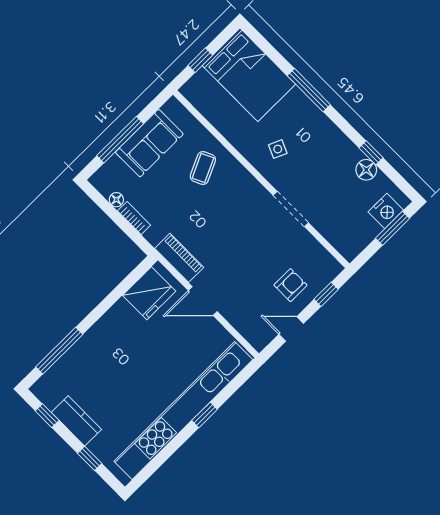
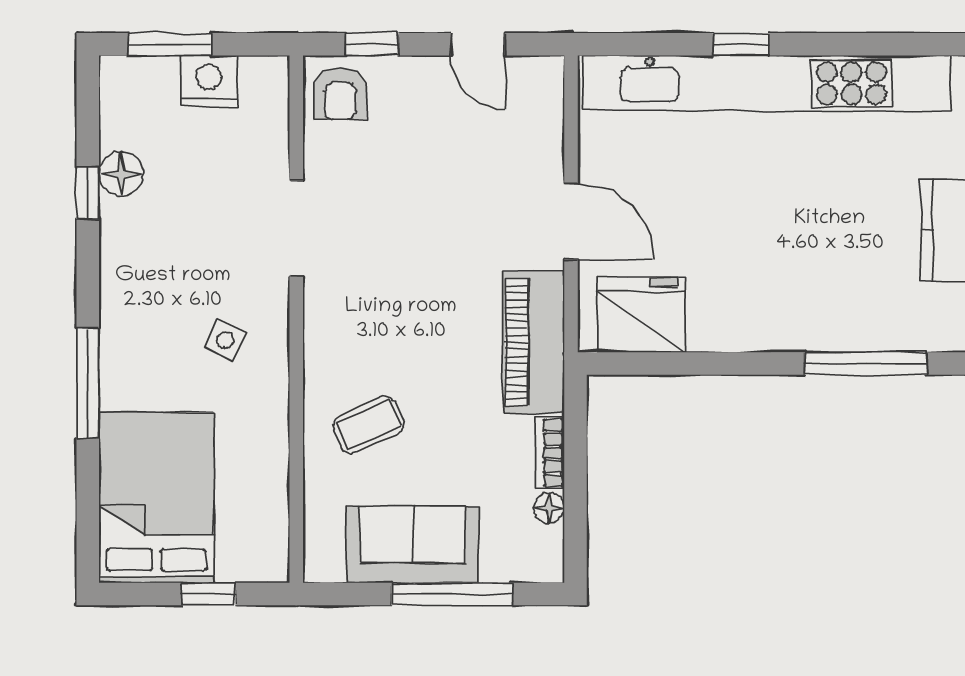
nightstand: (386, 211) -> (209, 81), moved
piano: (179, 258) -> (534, 342), width x1.37, depth x1.33
armchair: (290, 285) -> (340, 94), moved, turned -90

